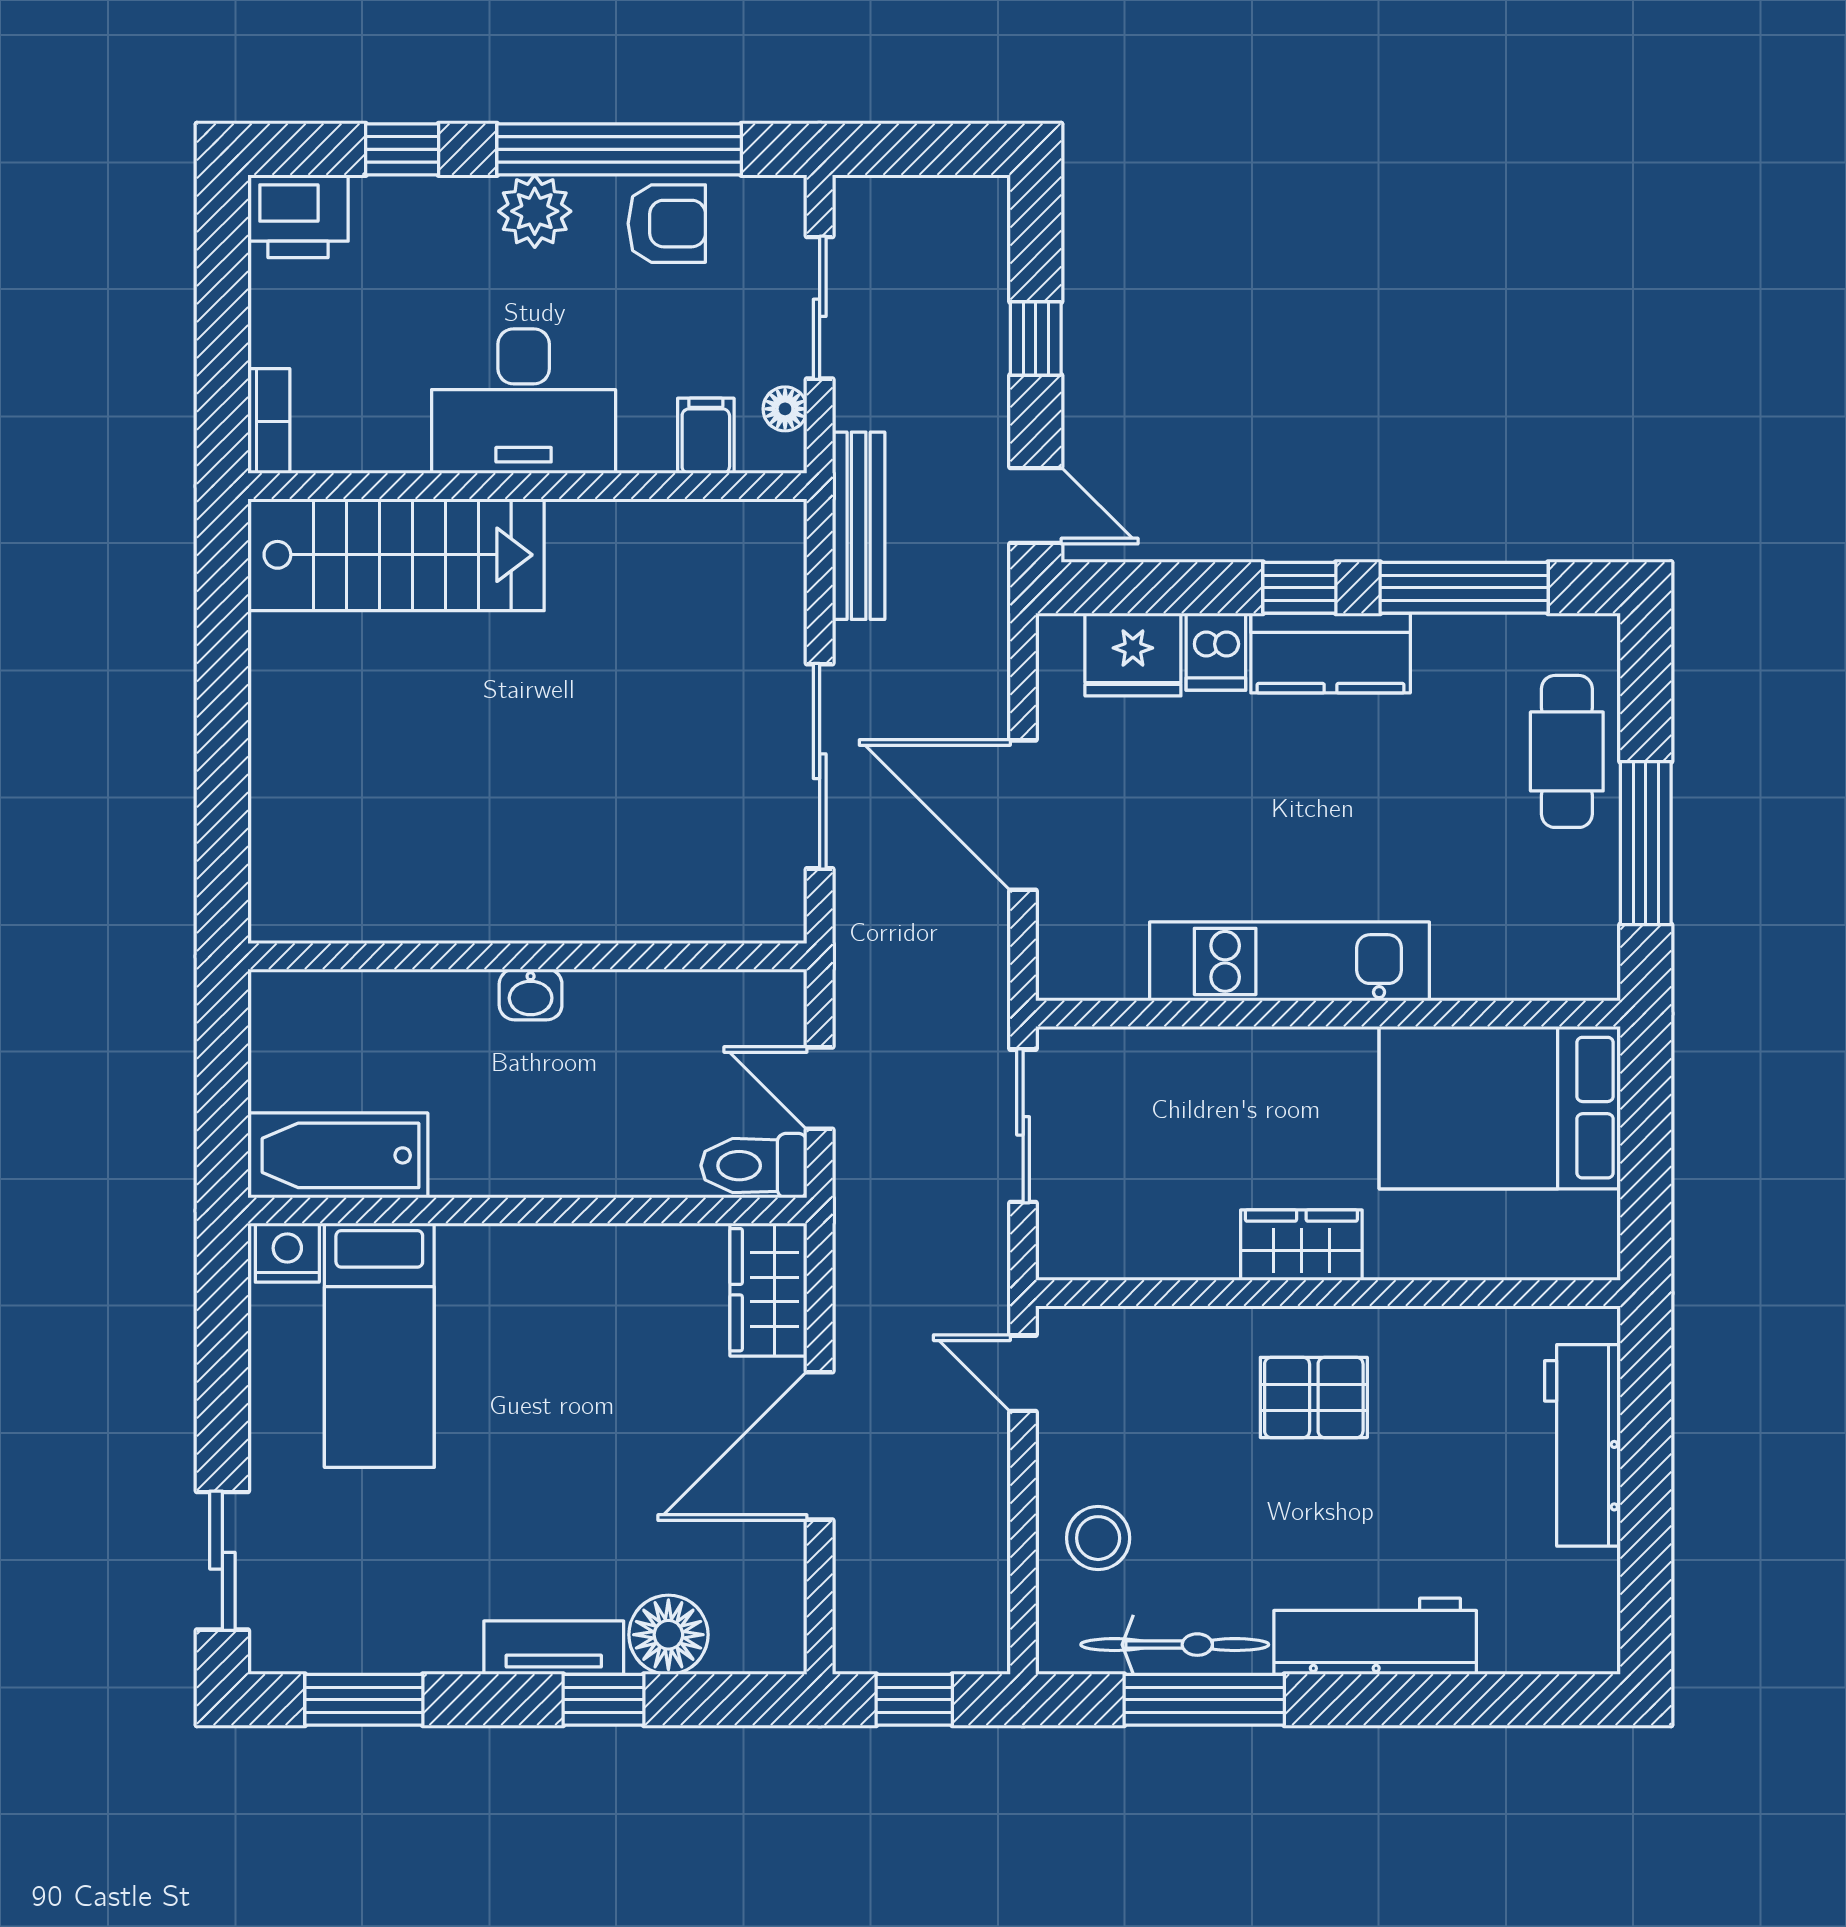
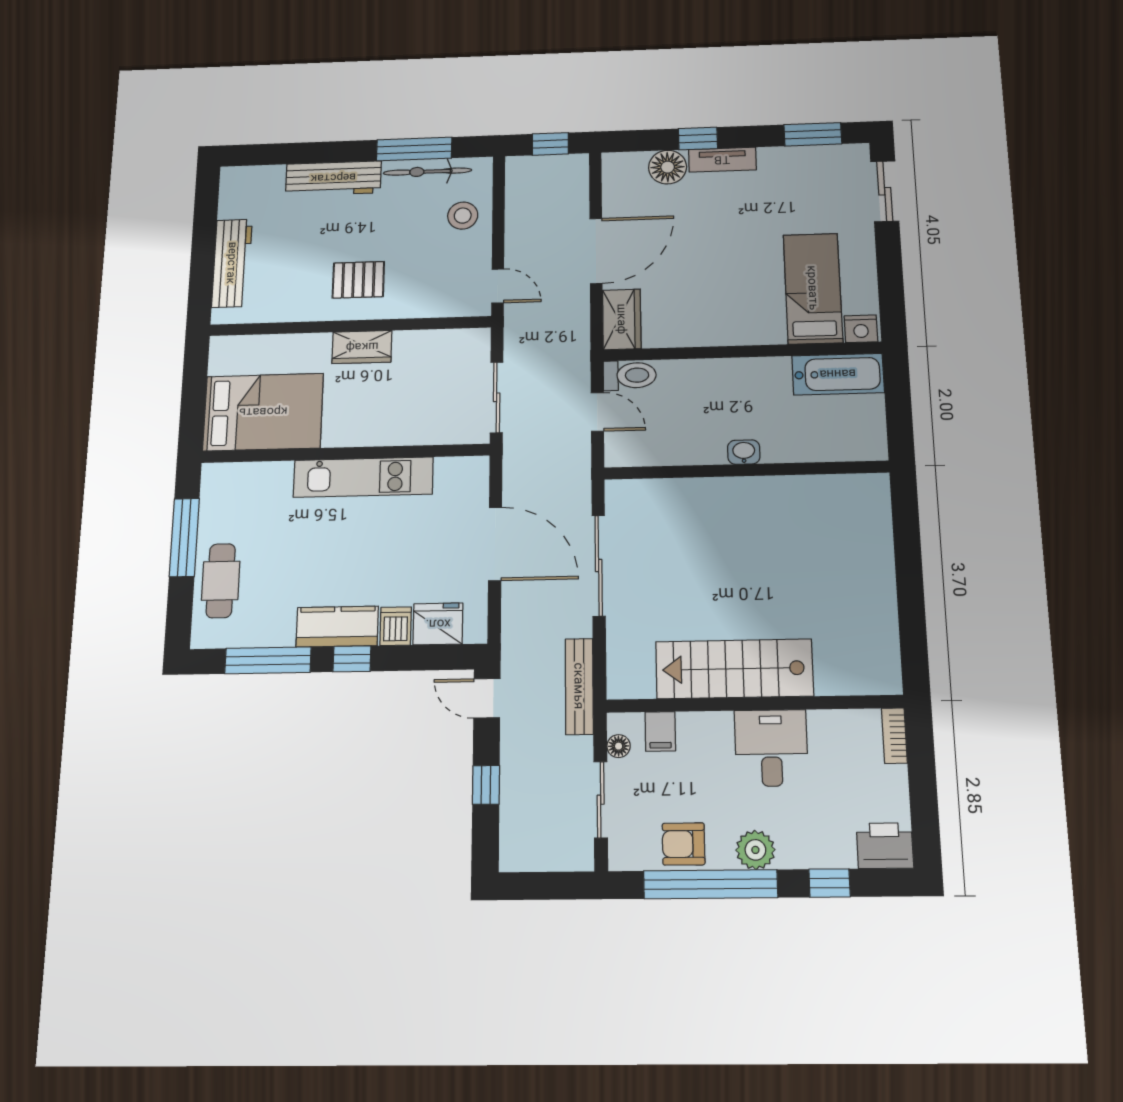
desk: (524, 401) -> (771, 748), width x0.73
stairs: (396, 555) -> (734, 669), moved

